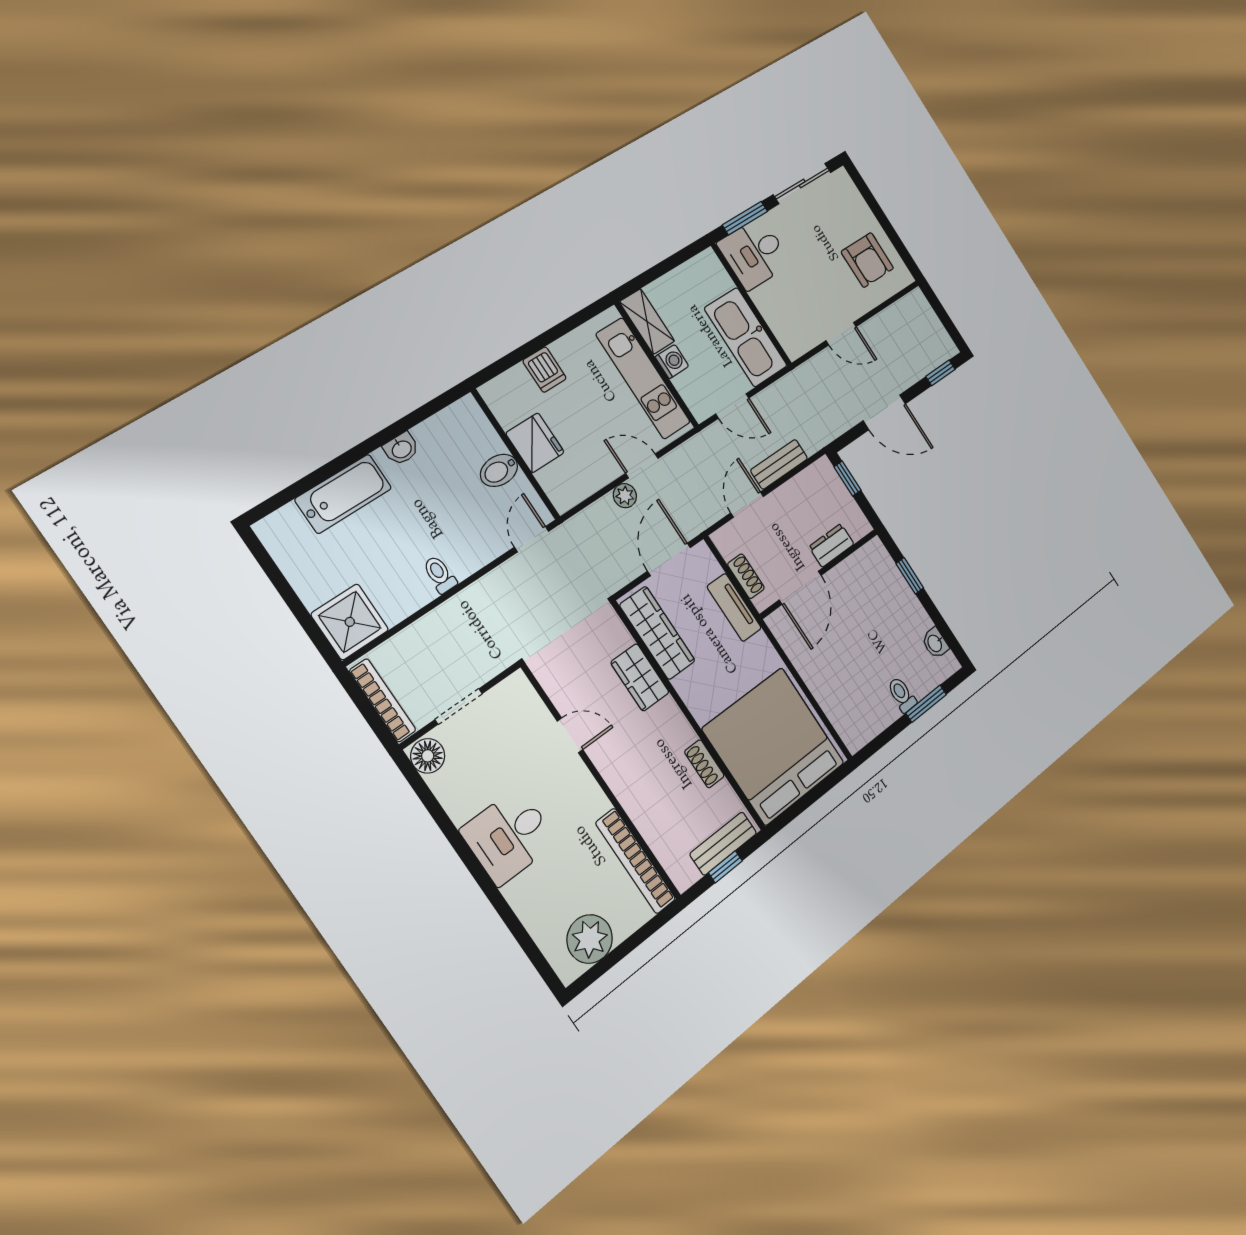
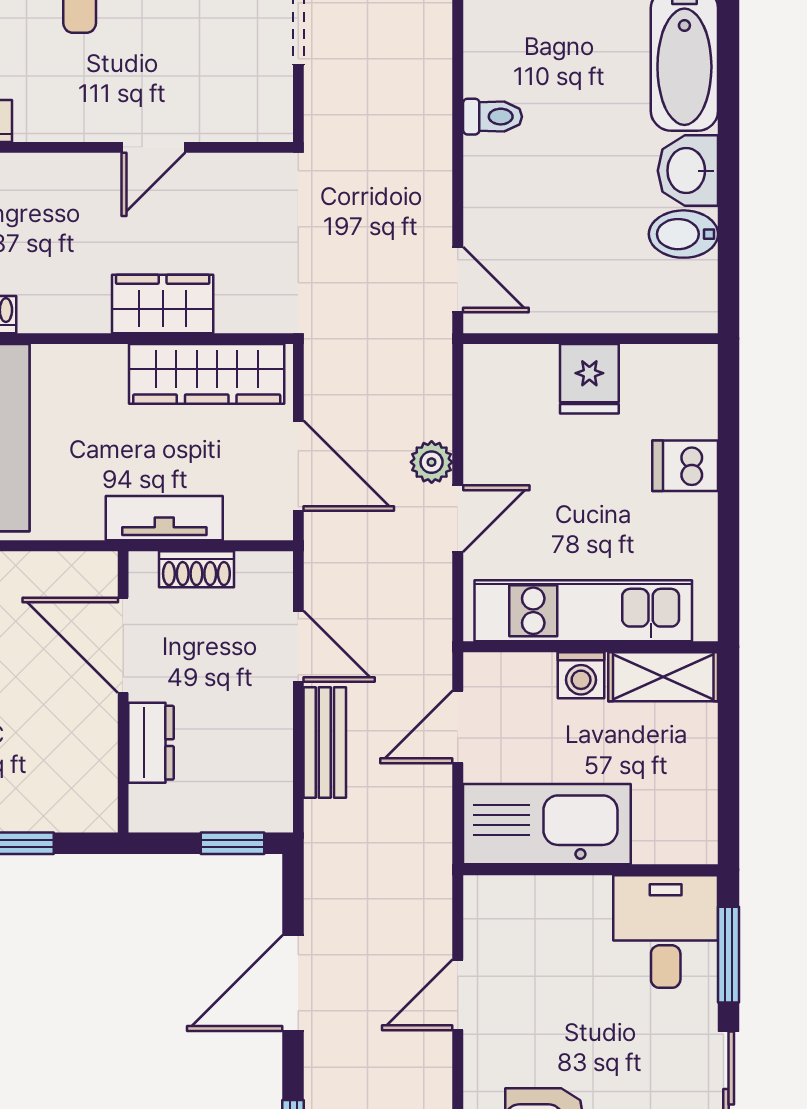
fridge: (535, 443) -> (589, 379), width x0.72
washbasin: (401, 449) -> (688, 171), width x1.38, depth x1.45
bidet: (499, 470) -> (683, 234), moved, turned -90

